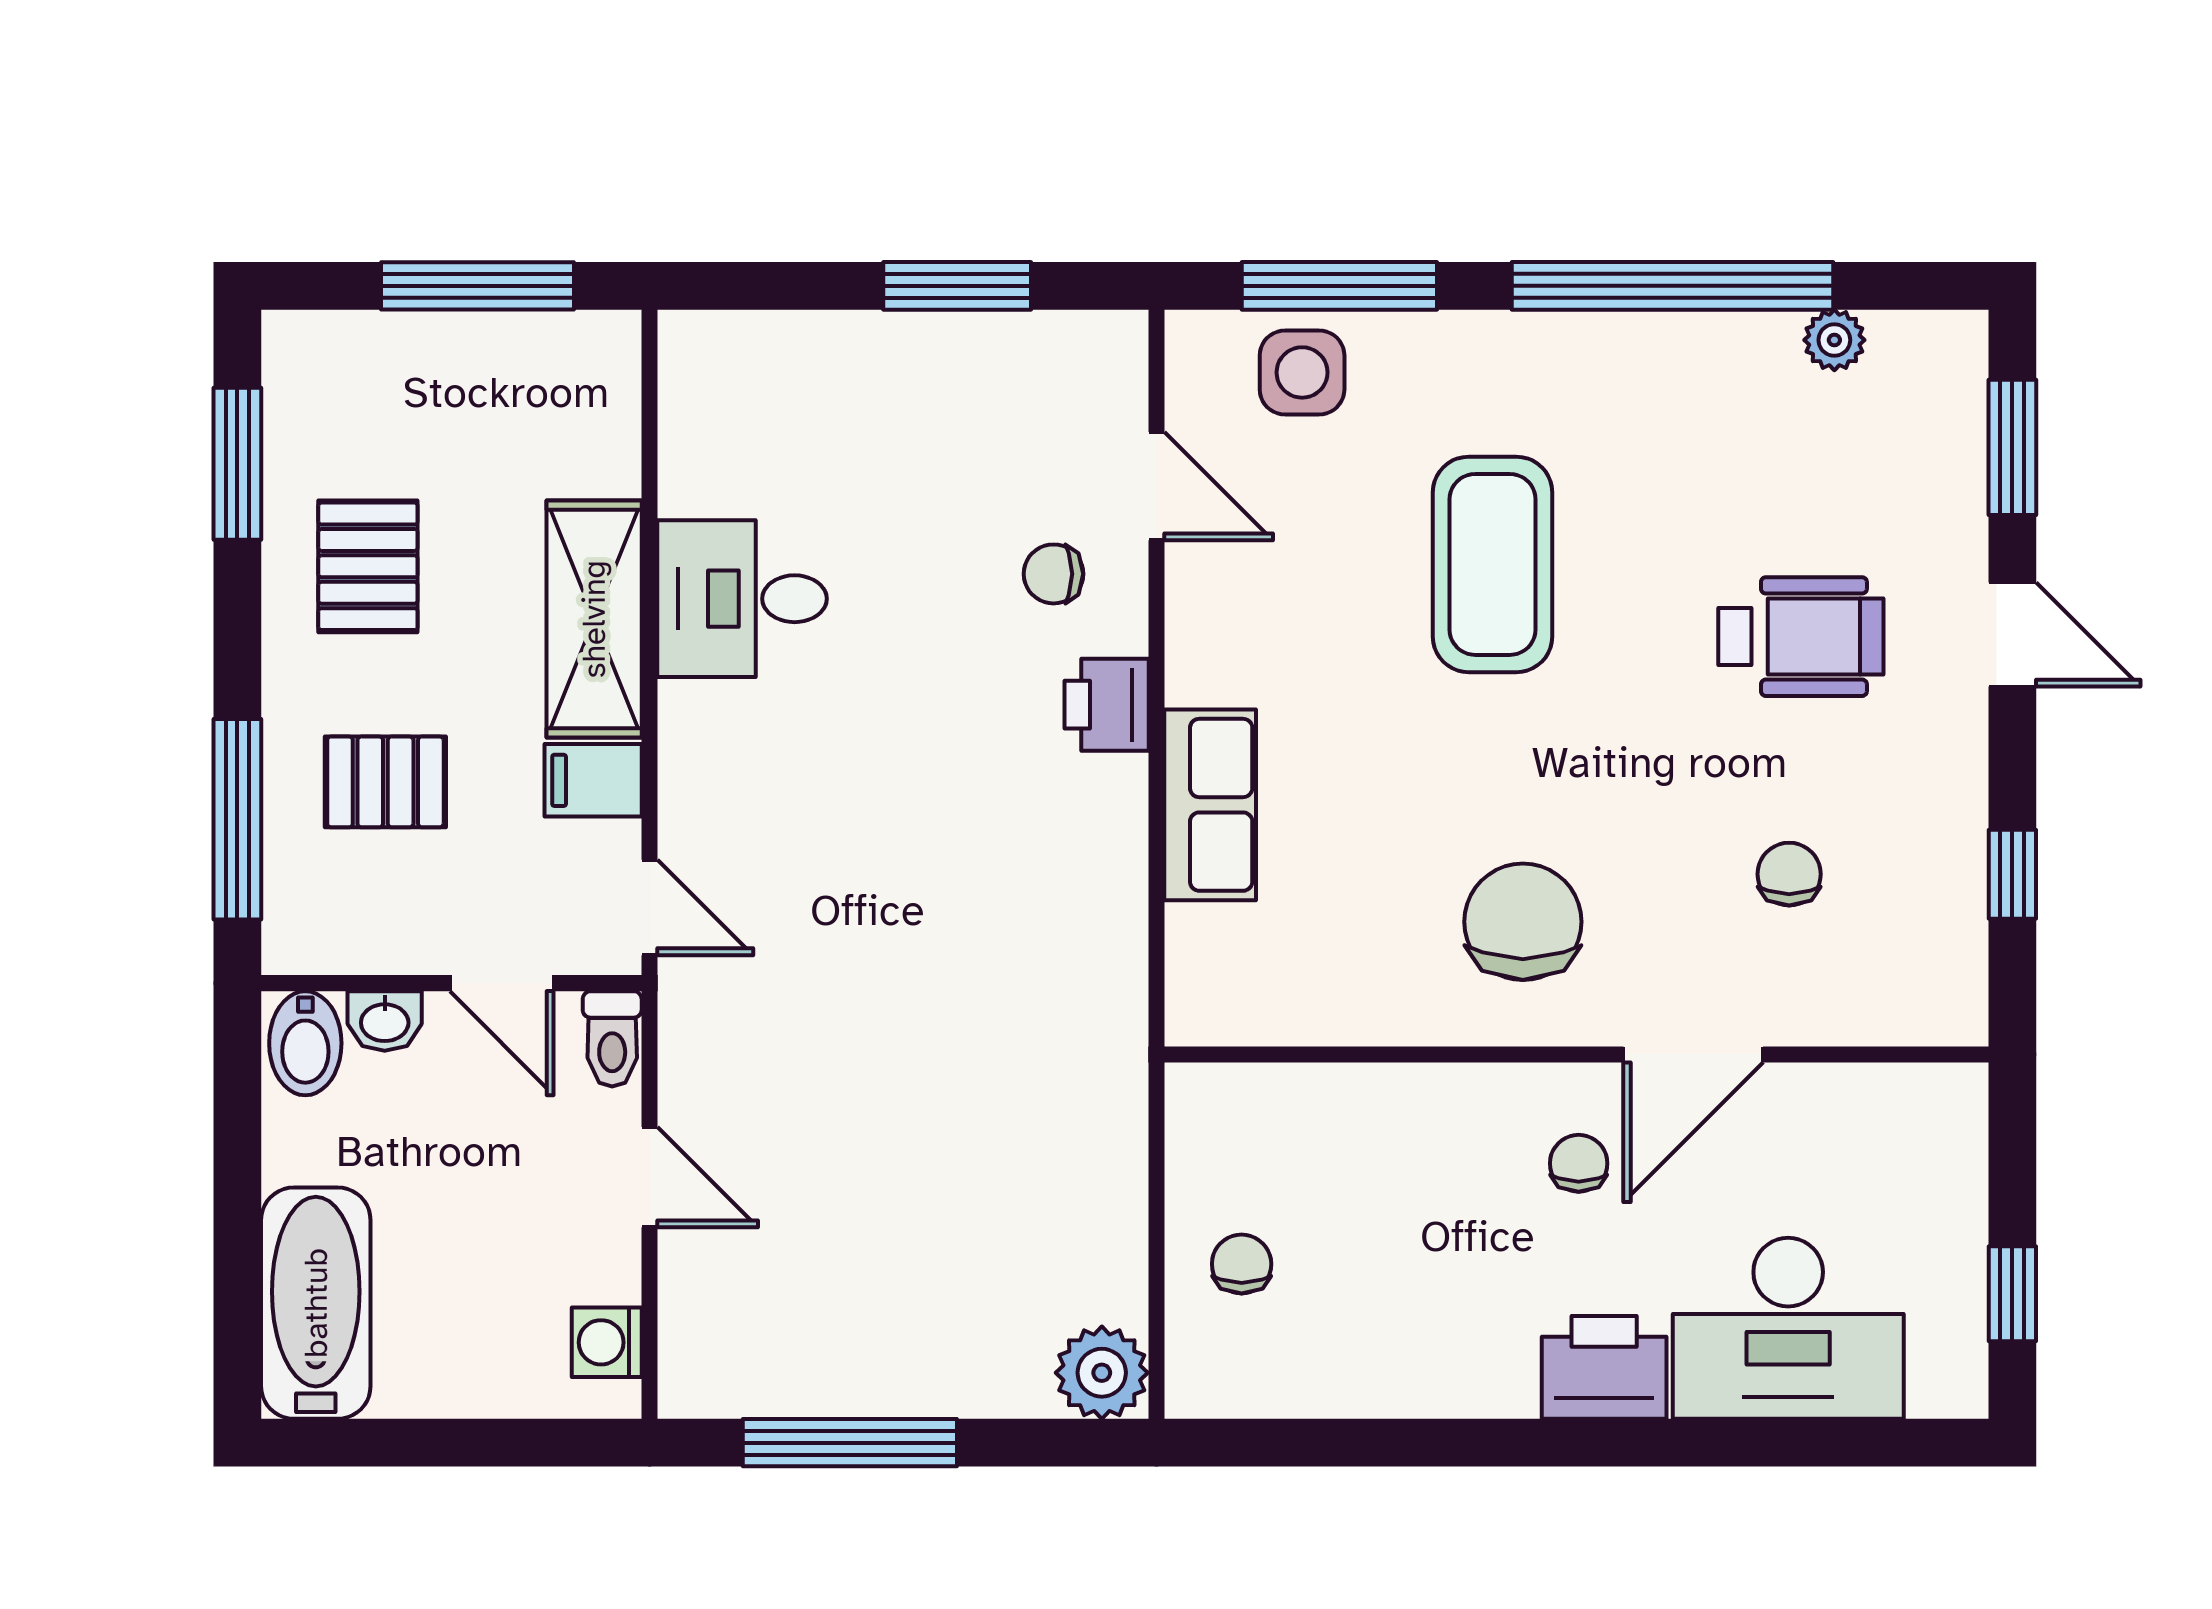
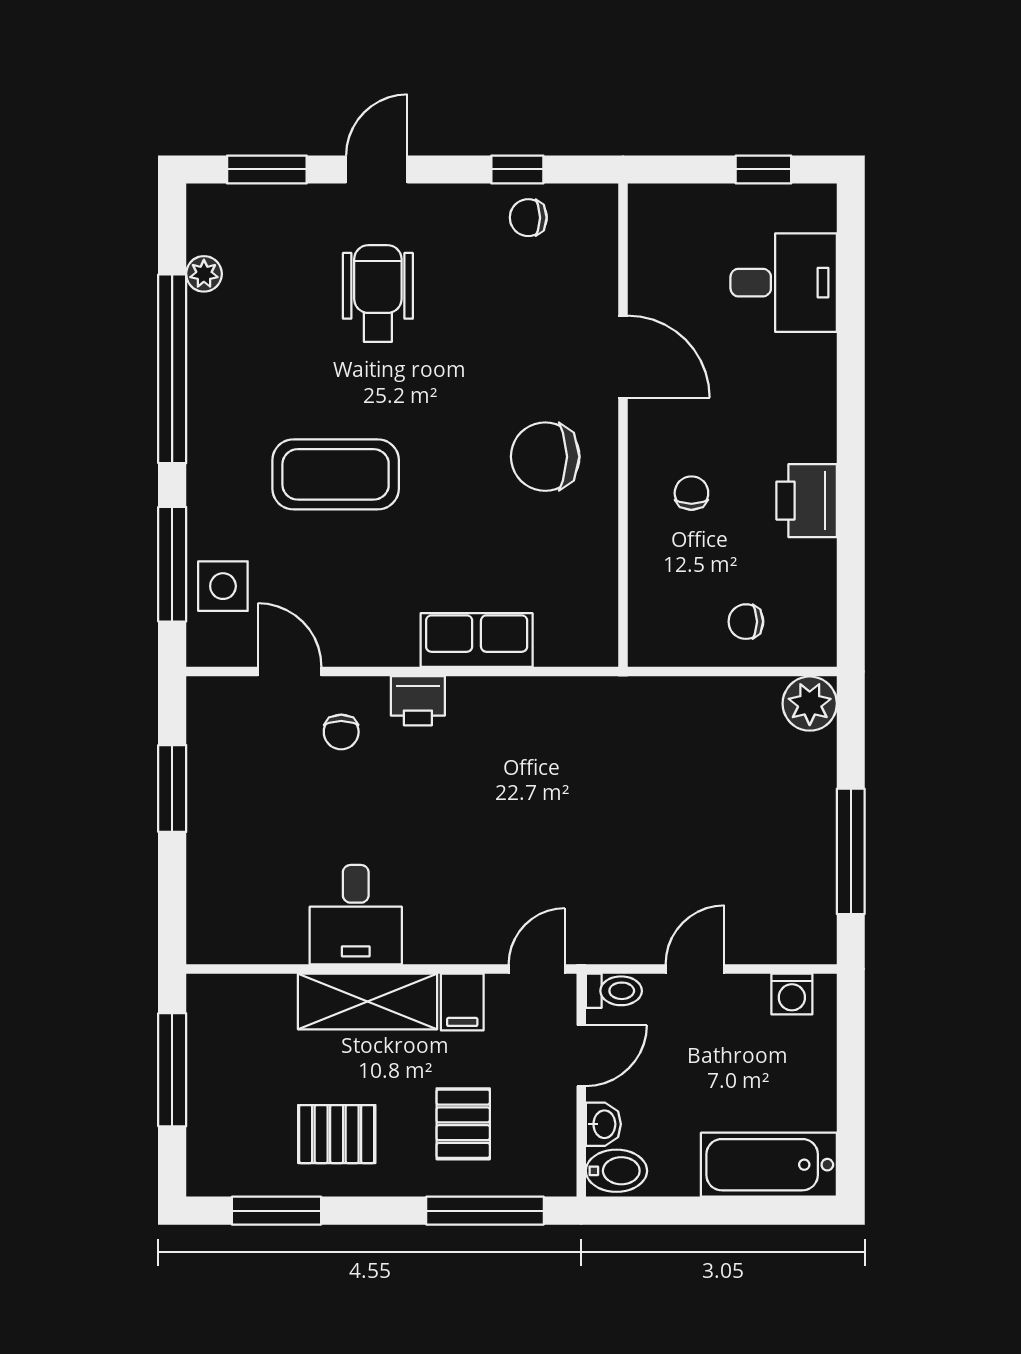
door: (1157, 486) -> (290, 671), hinge flipped
chair: (1789, 874) -> (528, 218), moved
chair: (1579, 1163) -> (691, 493), moved, turned 90
desk: (1788, 1328) -> (784, 283), width x0.73
printer: (1604, 1367) -> (807, 501), moved

